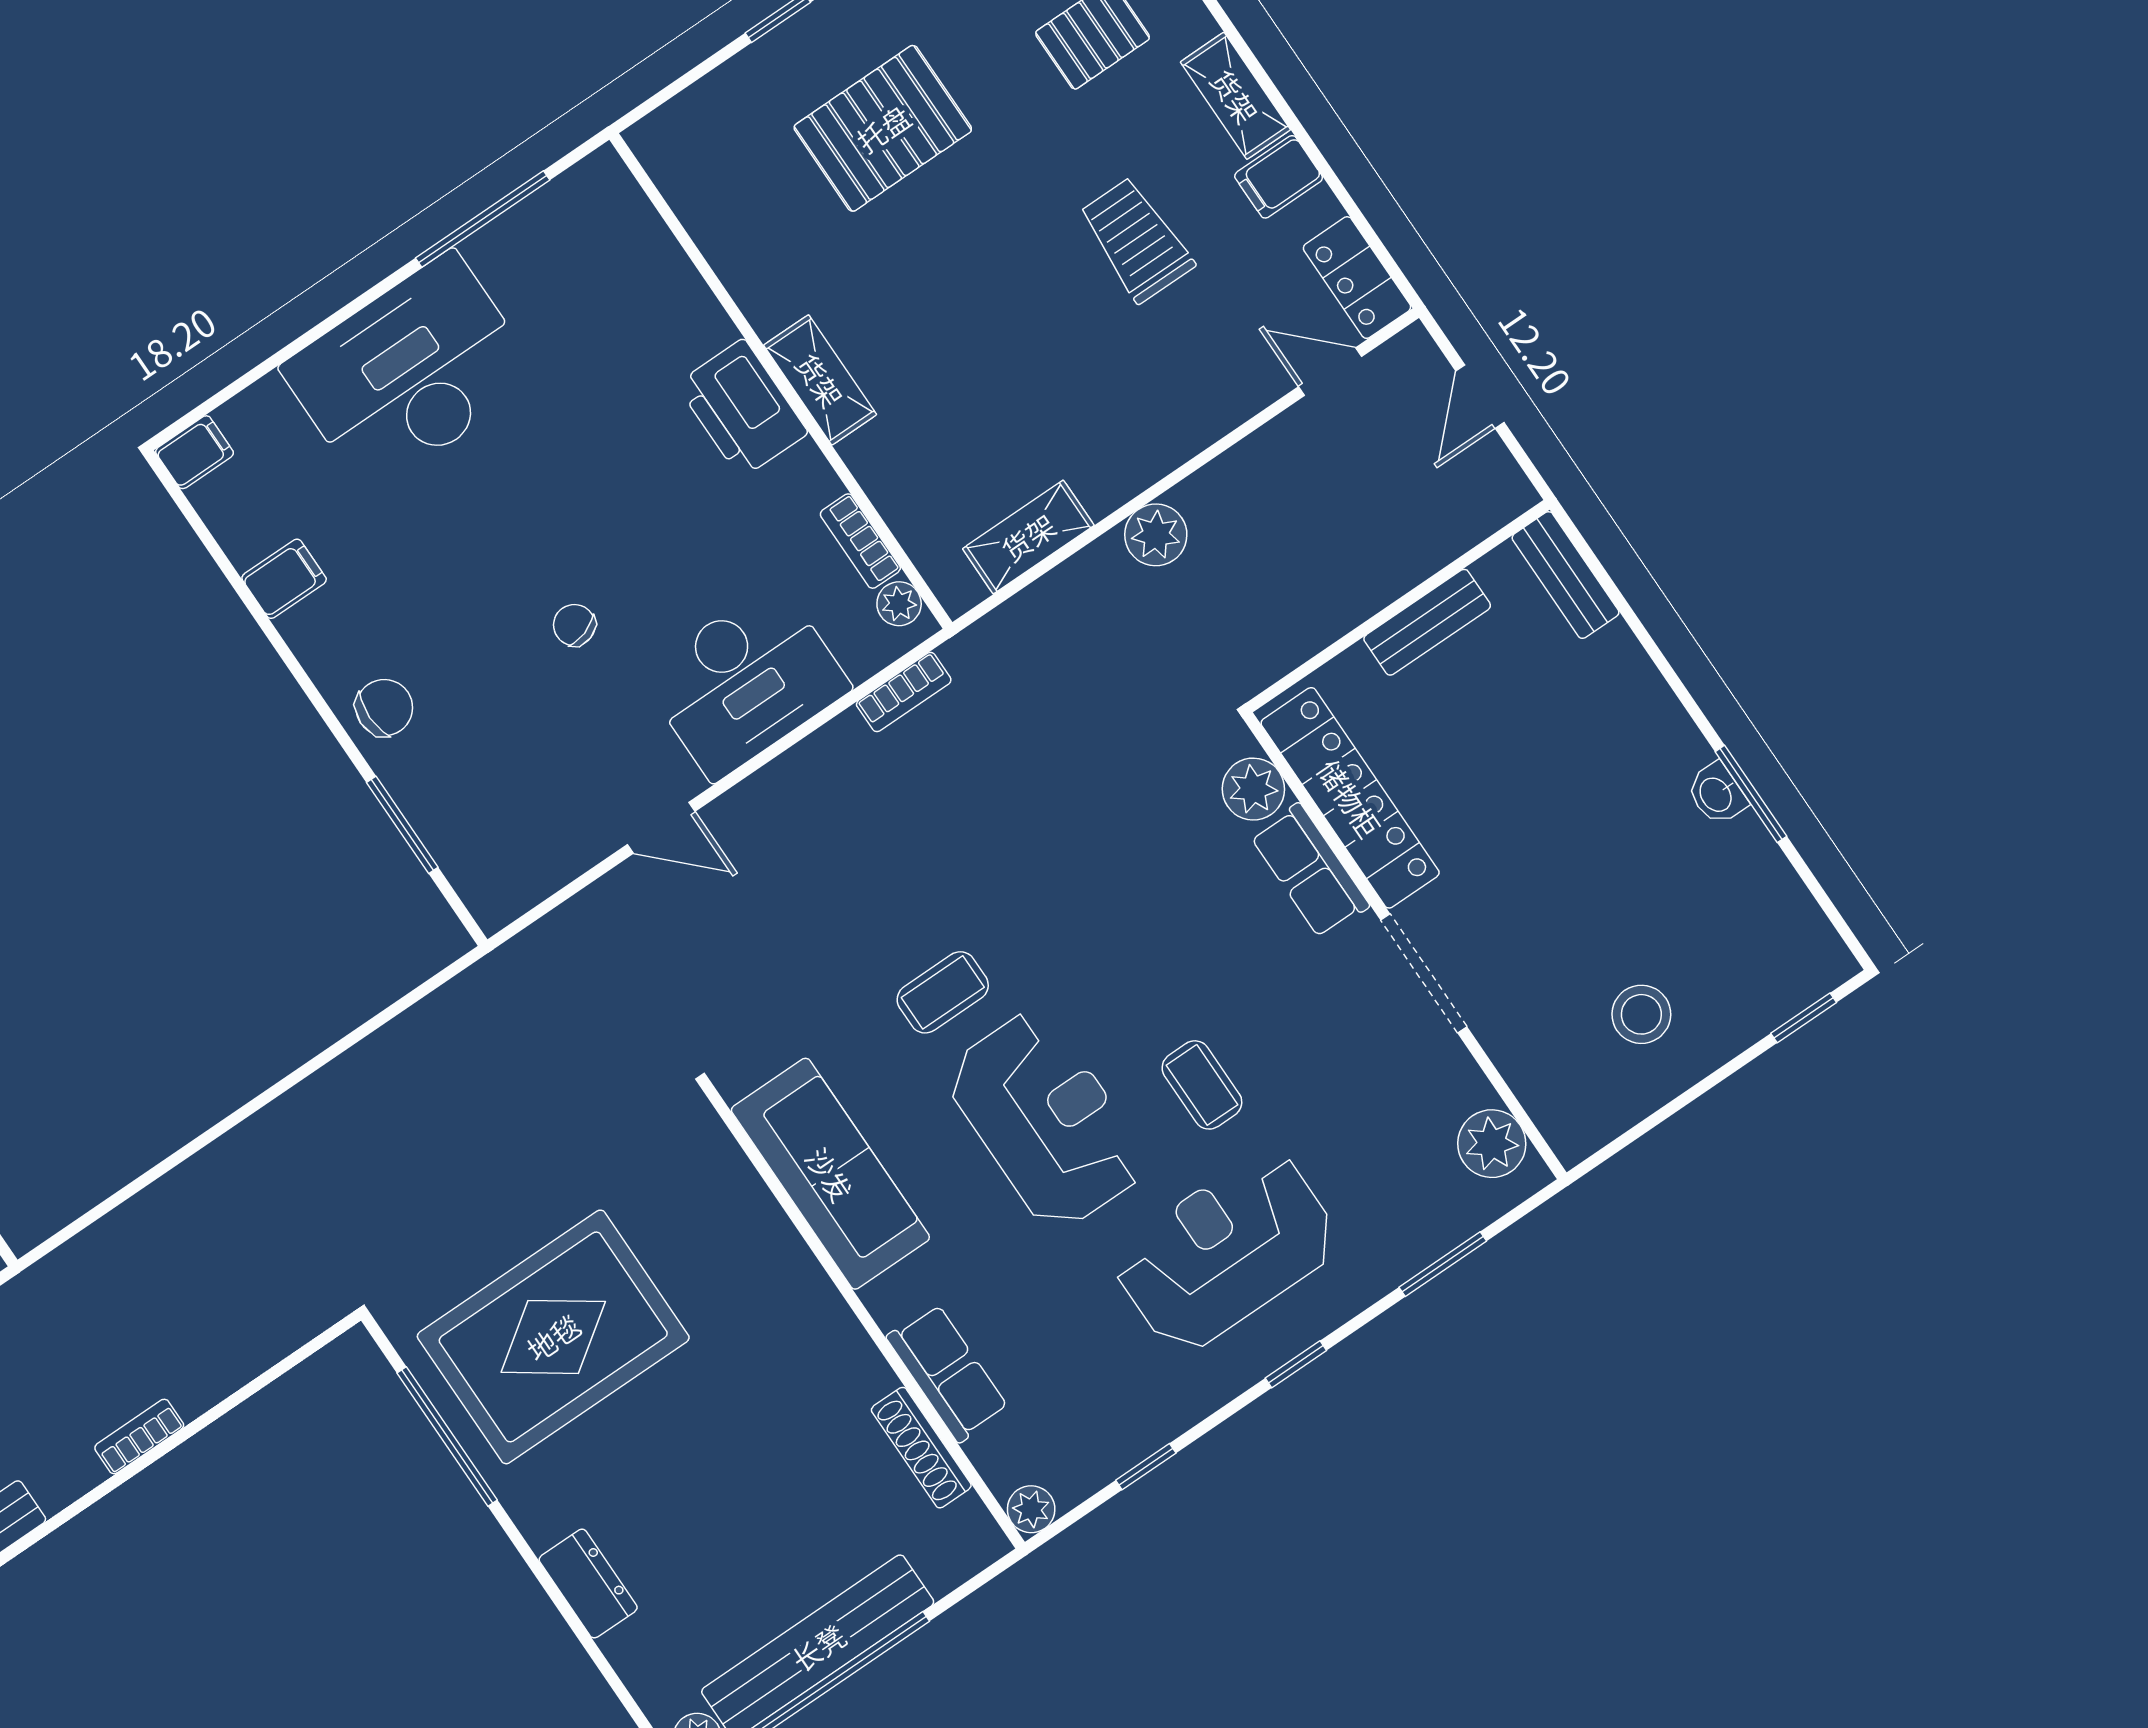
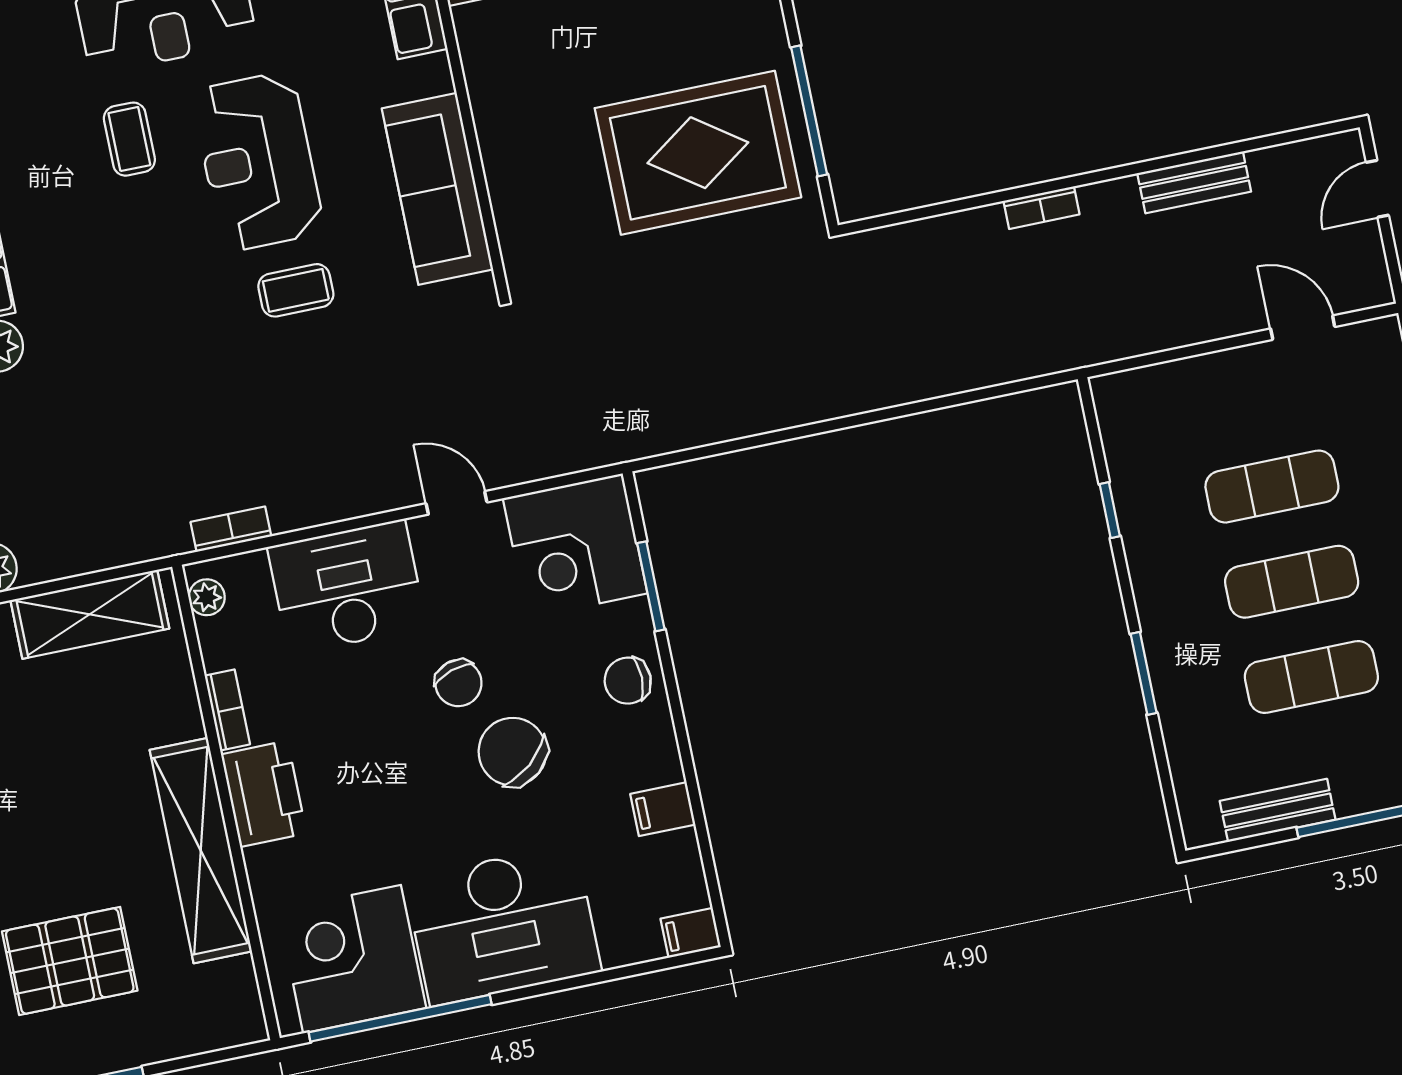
window: (483, 219) -> (400, 1018), width x1.46
corner desk: (565, 263) -> (352, 959), added
shelving: (820, 380) -> (201, 851), width x2.20, depth x1.33
shelving: (1028, 537) -> (90, 614), width x1.50, depth x1.33
bookcase: (860, 541) -> (227, 710), moved
chair: (481, 573) -> (513, 752), added
chair: (574, 625) -> (458, 683), width x1.37, depth x1.37
corner desk: (507, 835) -> (575, 546), added

